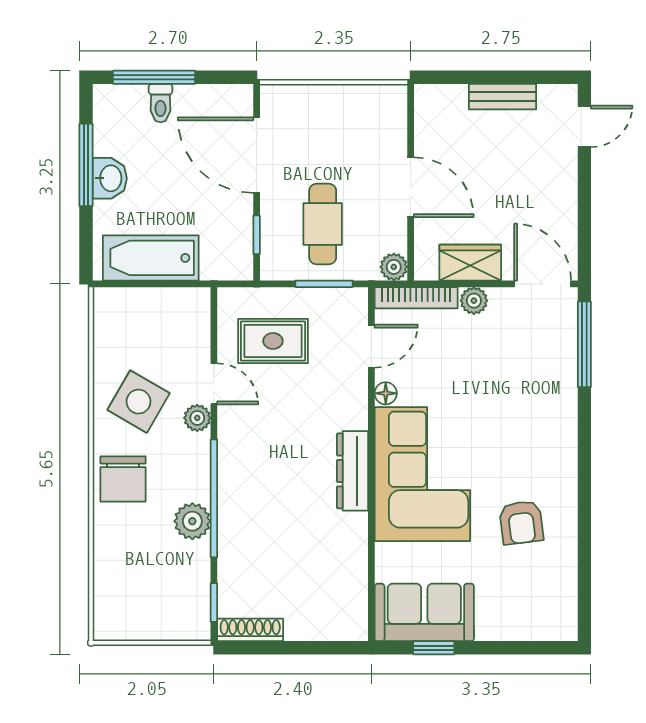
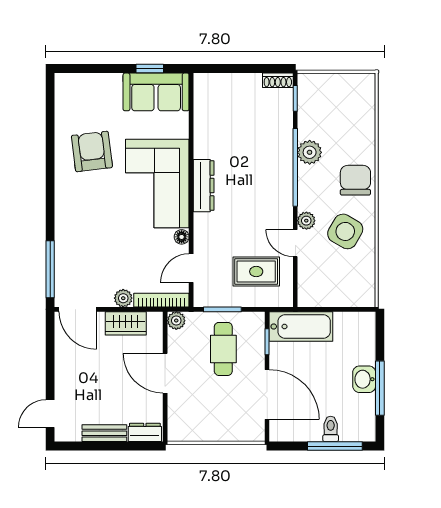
dresser: (441, 98) -> (145, 432), added
bathtub: (151, 258) -> (301, 327), moved
armchair: (521, 522) -> (92, 151), width x1.38, depth x1.38
shoe rack: (250, 630) -> (278, 80), width x0.70

